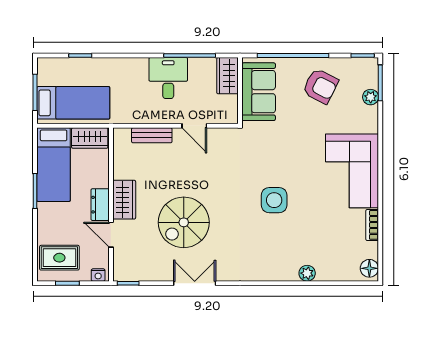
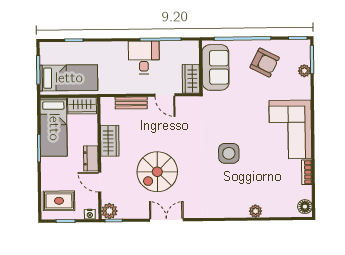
wardrobe: (227, 76) -> (191, 79), moved
wardrobe: (124, 200) -> (110, 141), moved
plant: (123, 271) -> (109, 211), added

